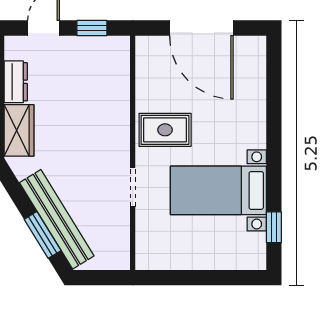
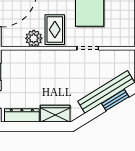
dresser: (16, 82) -> (22, 115), width x1.44
plant: (150, 93) -> (34, 38), added

